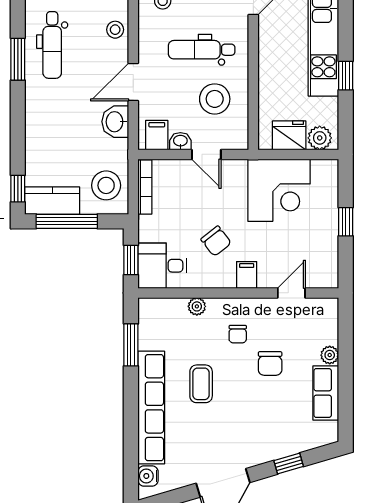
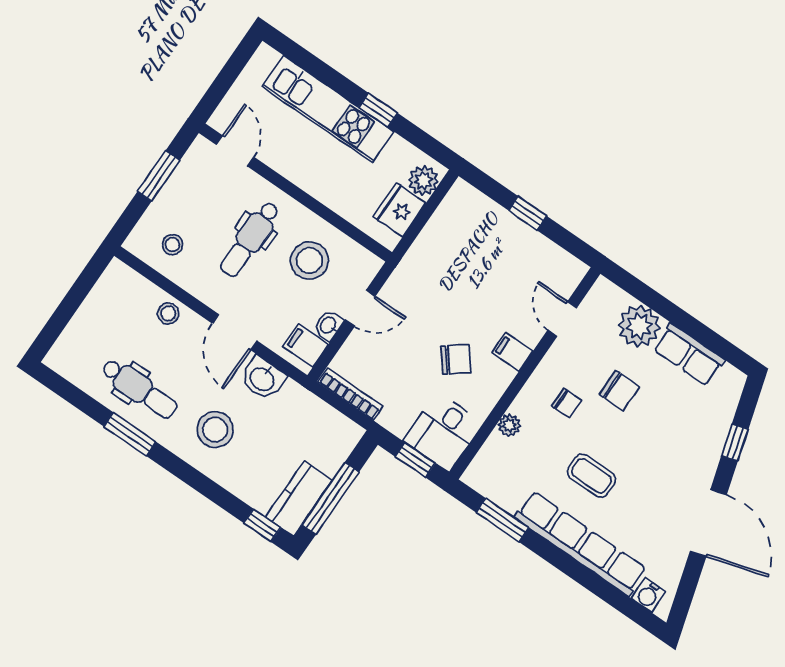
stool: (106, 185) -> (215, 430), moved
corner desk: (279, 190) -> (448, 259), removed
plant: (330, 355) -> (639, 326), width x1.87, depth x1.87

